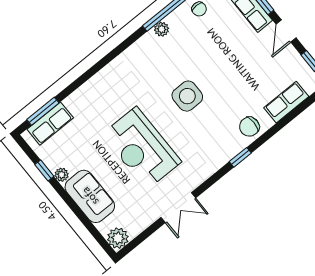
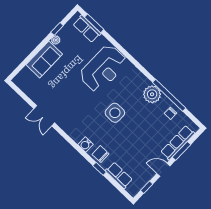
plant: (162, 29) -> (152, 94), width x1.88, depth x1.88
reception desk: (142, 148) -> (103, 69), moved, turned 180
water cooler: (231, 148) -> (86, 145), added
window: (240, 157) -> (100, 169), moved
plant: (118, 238) -> (20, 80), removed

